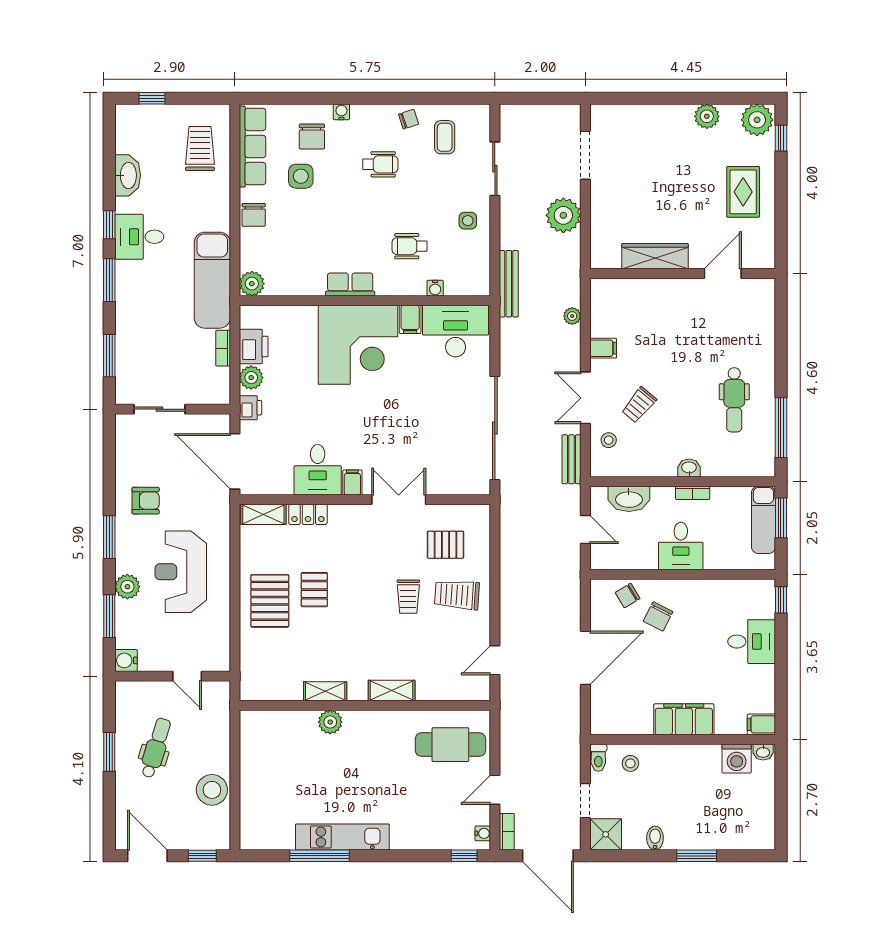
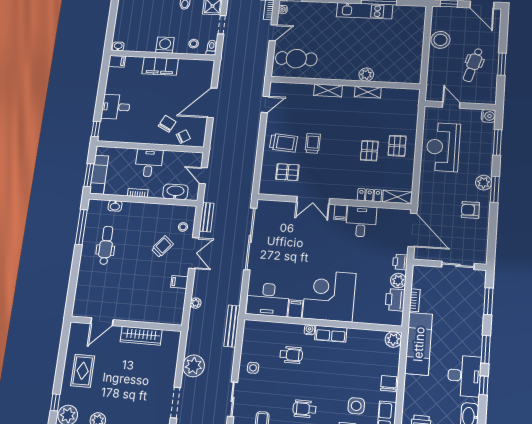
desk: (139, 237) -> (464, 376), width x1.37
water cooler: (435, 288) -> (309, 330), moved
washbasin: (689, 468) -> (115, 206), moved
reception desk: (181, 572) -> (443, 147), moved, turned 180
plant: (127, 587) -> (484, 183), moved
pallet: (270, 601) -> (397, 146), width x0.67, depth x0.71
washing machine: (737, 758) -> (165, 45), moved

